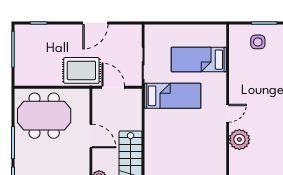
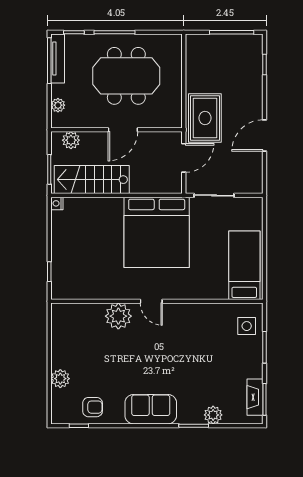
door: (95, 23) -> (265, 136), hinge flipped
side table: (258, 42) -> (247, 326), moved
bed: (199, 60) -> (244, 265), moved
bed: (173, 96) -> (157, 232), width x2.04
meeting table: (44, 116) -> (126, 76), moved, turned 90

